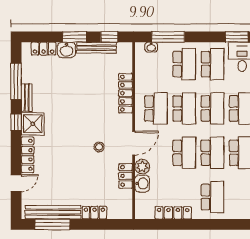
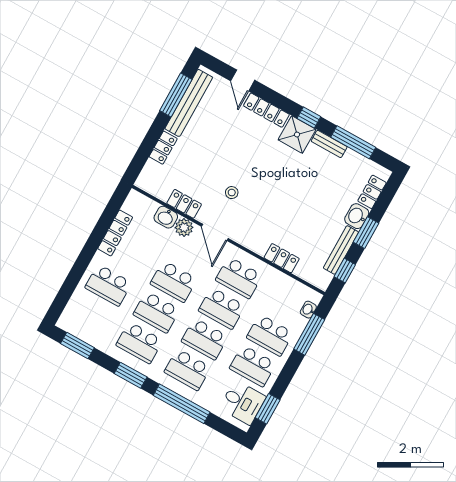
locker: (126, 93) -> (282, 258), width x0.66

